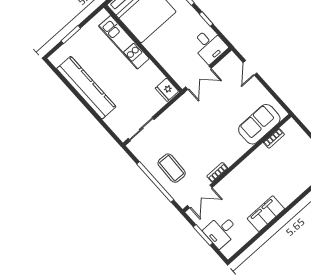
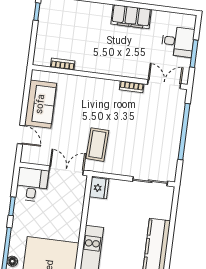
door: (250, 68) -> (21, 135), hinge flipped
sofa: (259, 124) -> (41, 104), moved, turned -90
coffee table: (172, 168) -> (97, 145), moved

